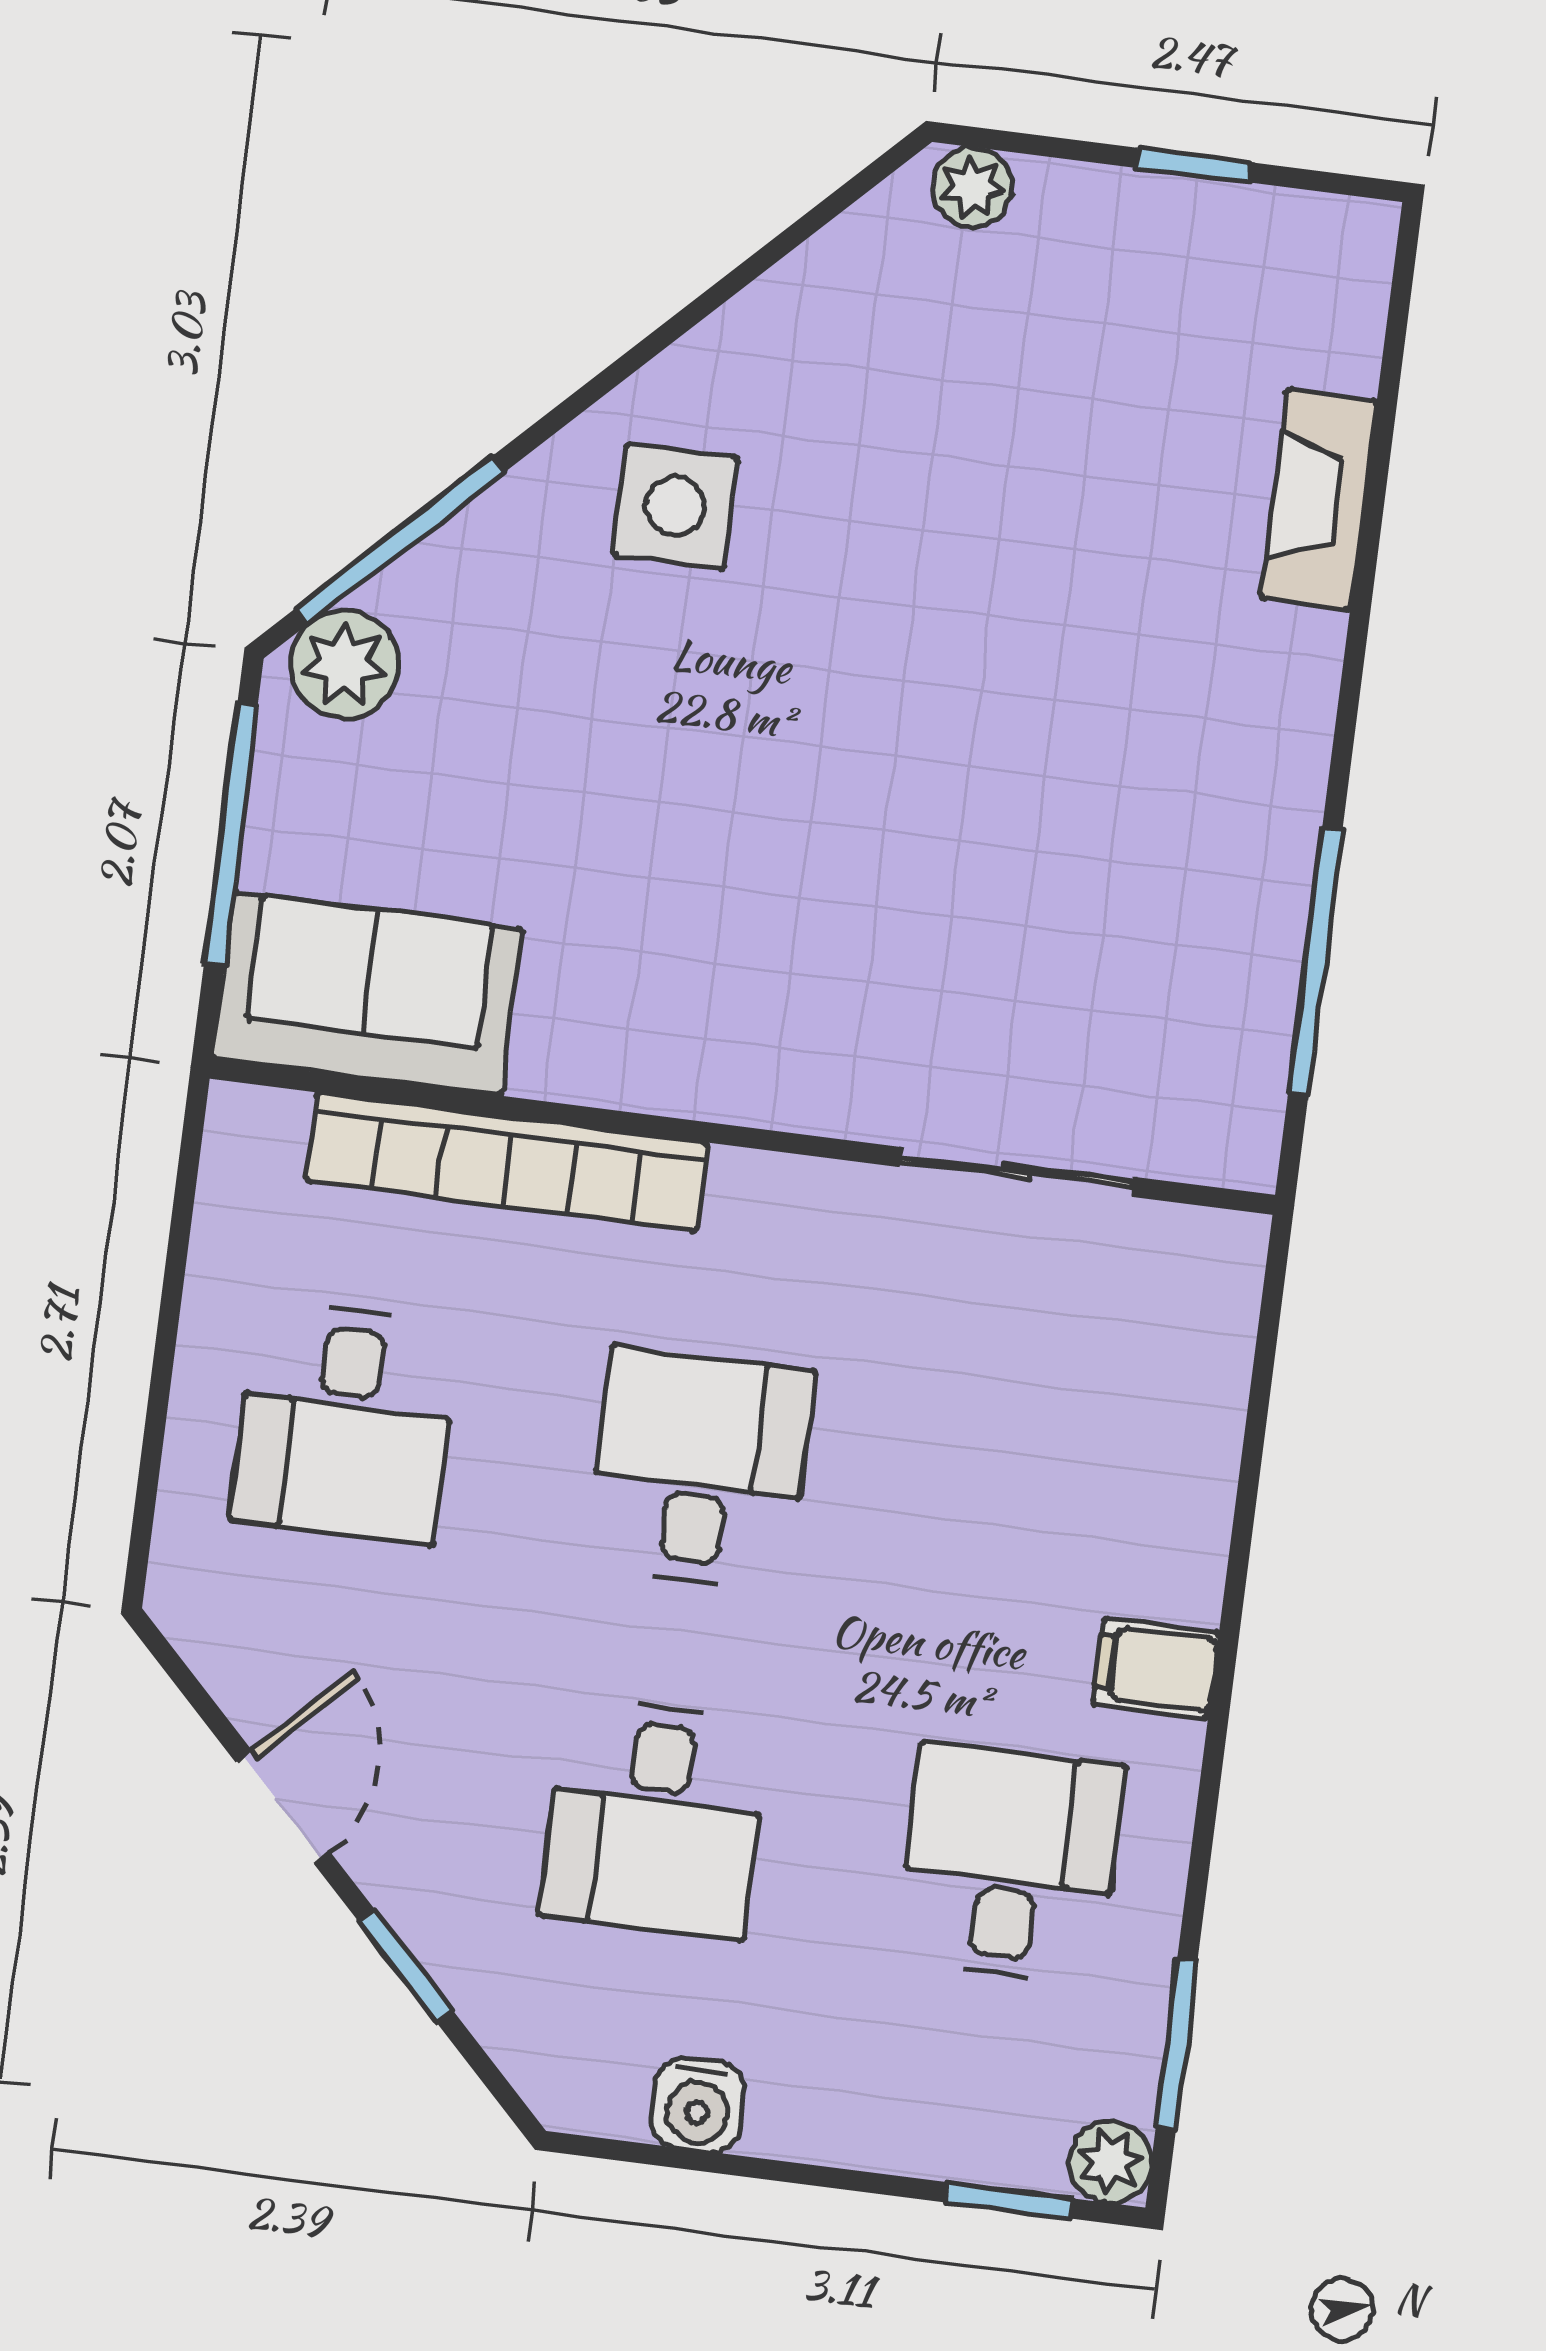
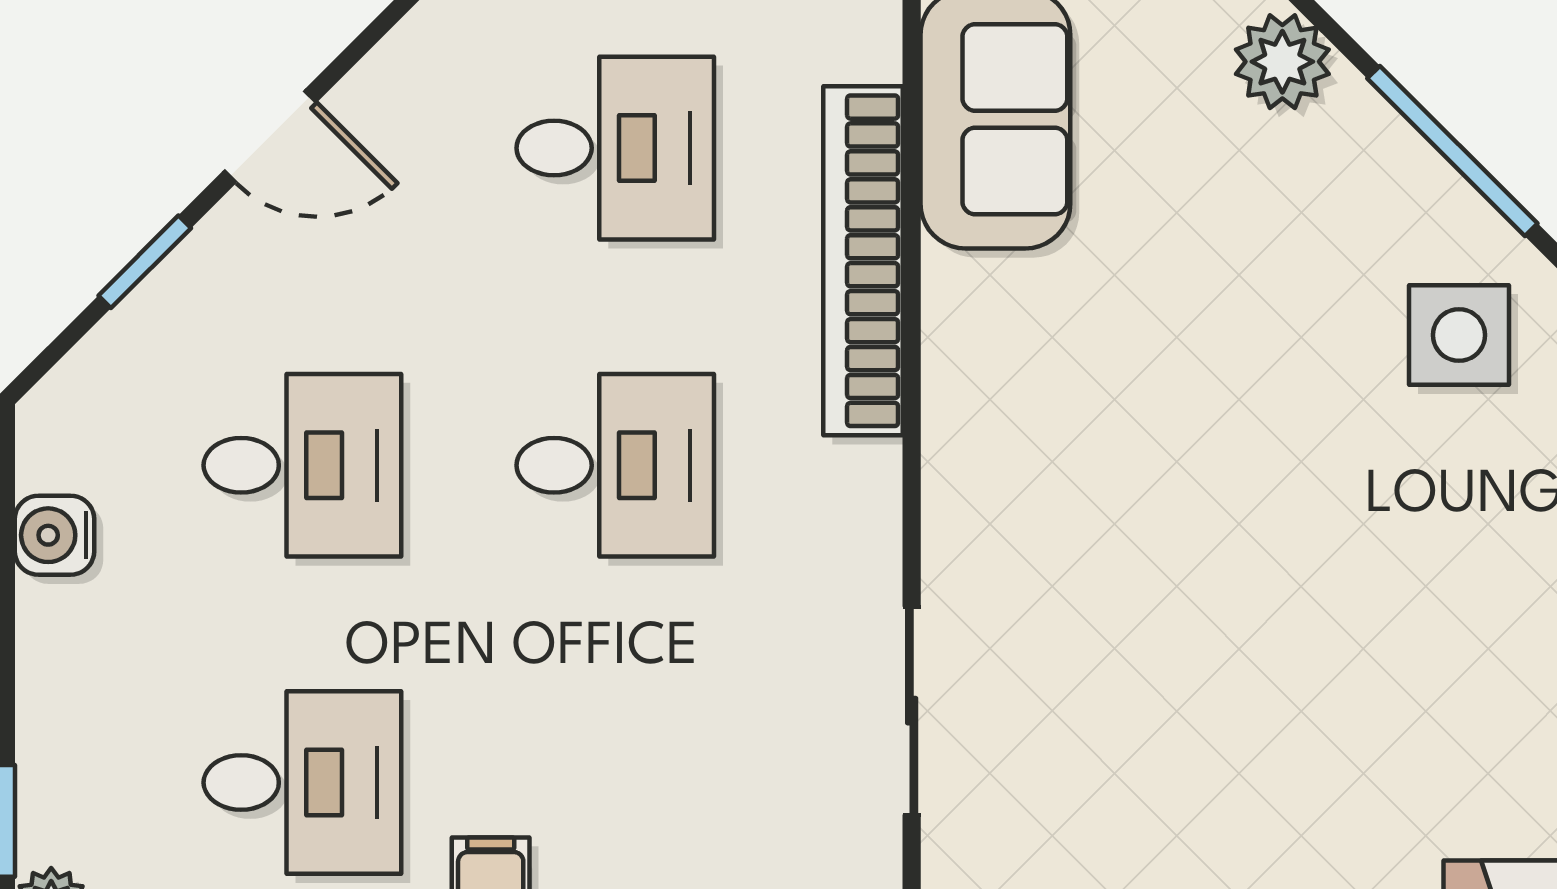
window: (400, 540) -> (1452, 151), moved
desk: (345, 1423) -> (615, 148), turned 180
desk: (655, 1818) -> (302, 465), turned 180

